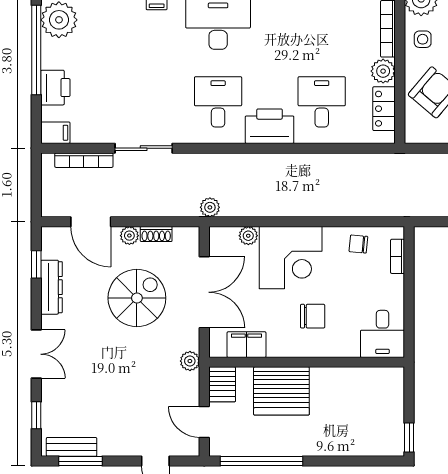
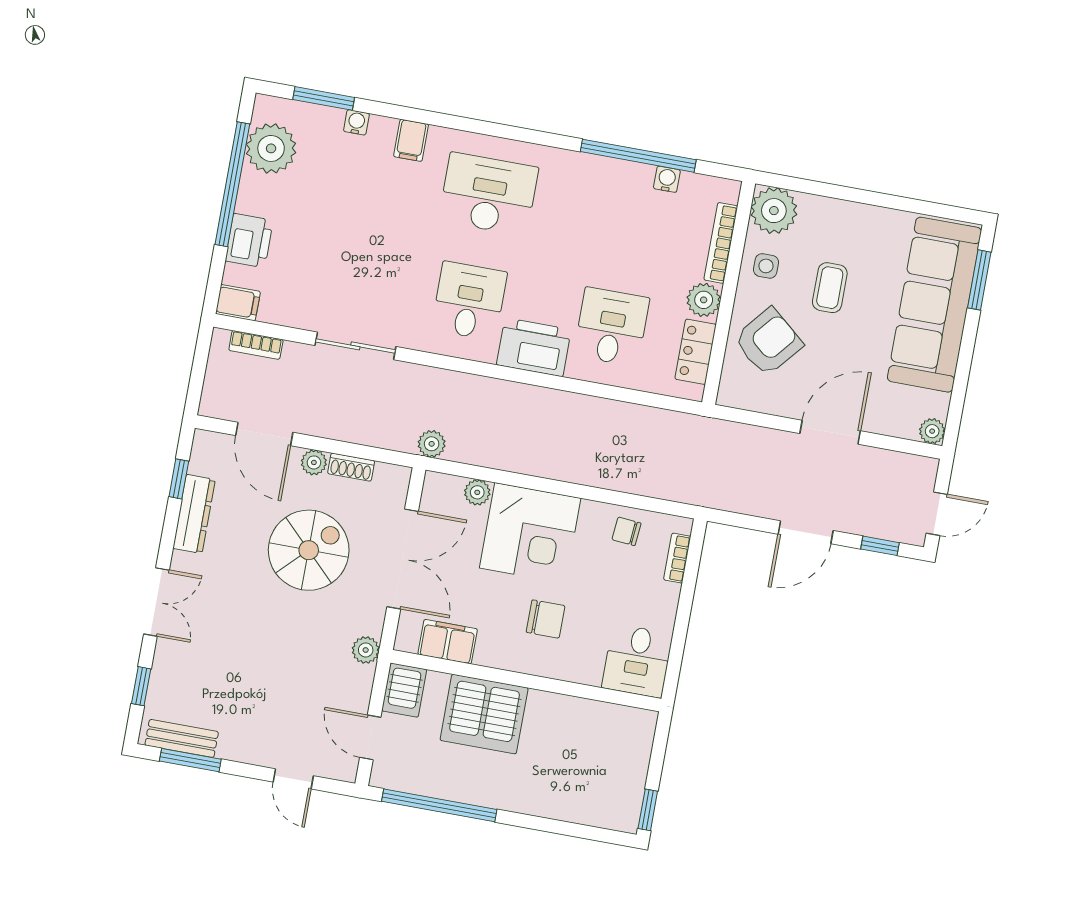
bookcase: (84, 160) -> (256, 345), width x0.64

